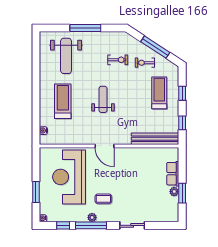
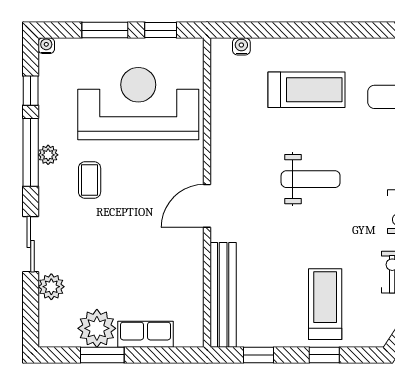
treadmill: (159, 93) -> (325, 304), turned -90
door: (105, 146) -> (207, 206), moved
window: (36, 167) -> (161, 30), added
plant: (174, 192) -> (97, 328), width x1.88, depth x1.88
plant: (151, 216) -> (51, 287), added

